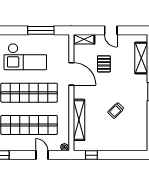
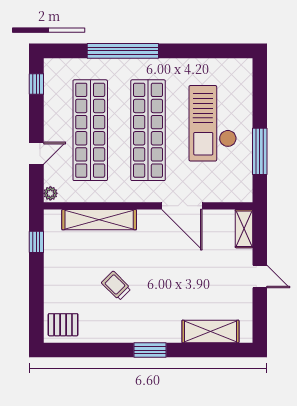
door: (111, 30) -> (260, 276), swing flipped
pallet: (104, 64) -> (63, 325), moved
door: (71, 74) -> (182, 206), hinge flipped

